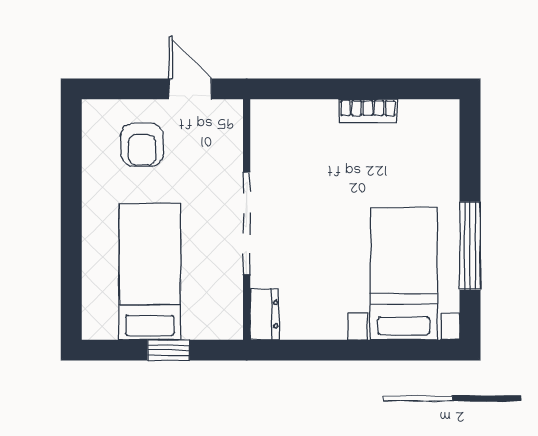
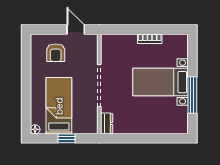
bed with nightstands: (404, 274) -> (161, 82), moved, turned -90
floor lamp: (93, 329) -> (35, 129), added

